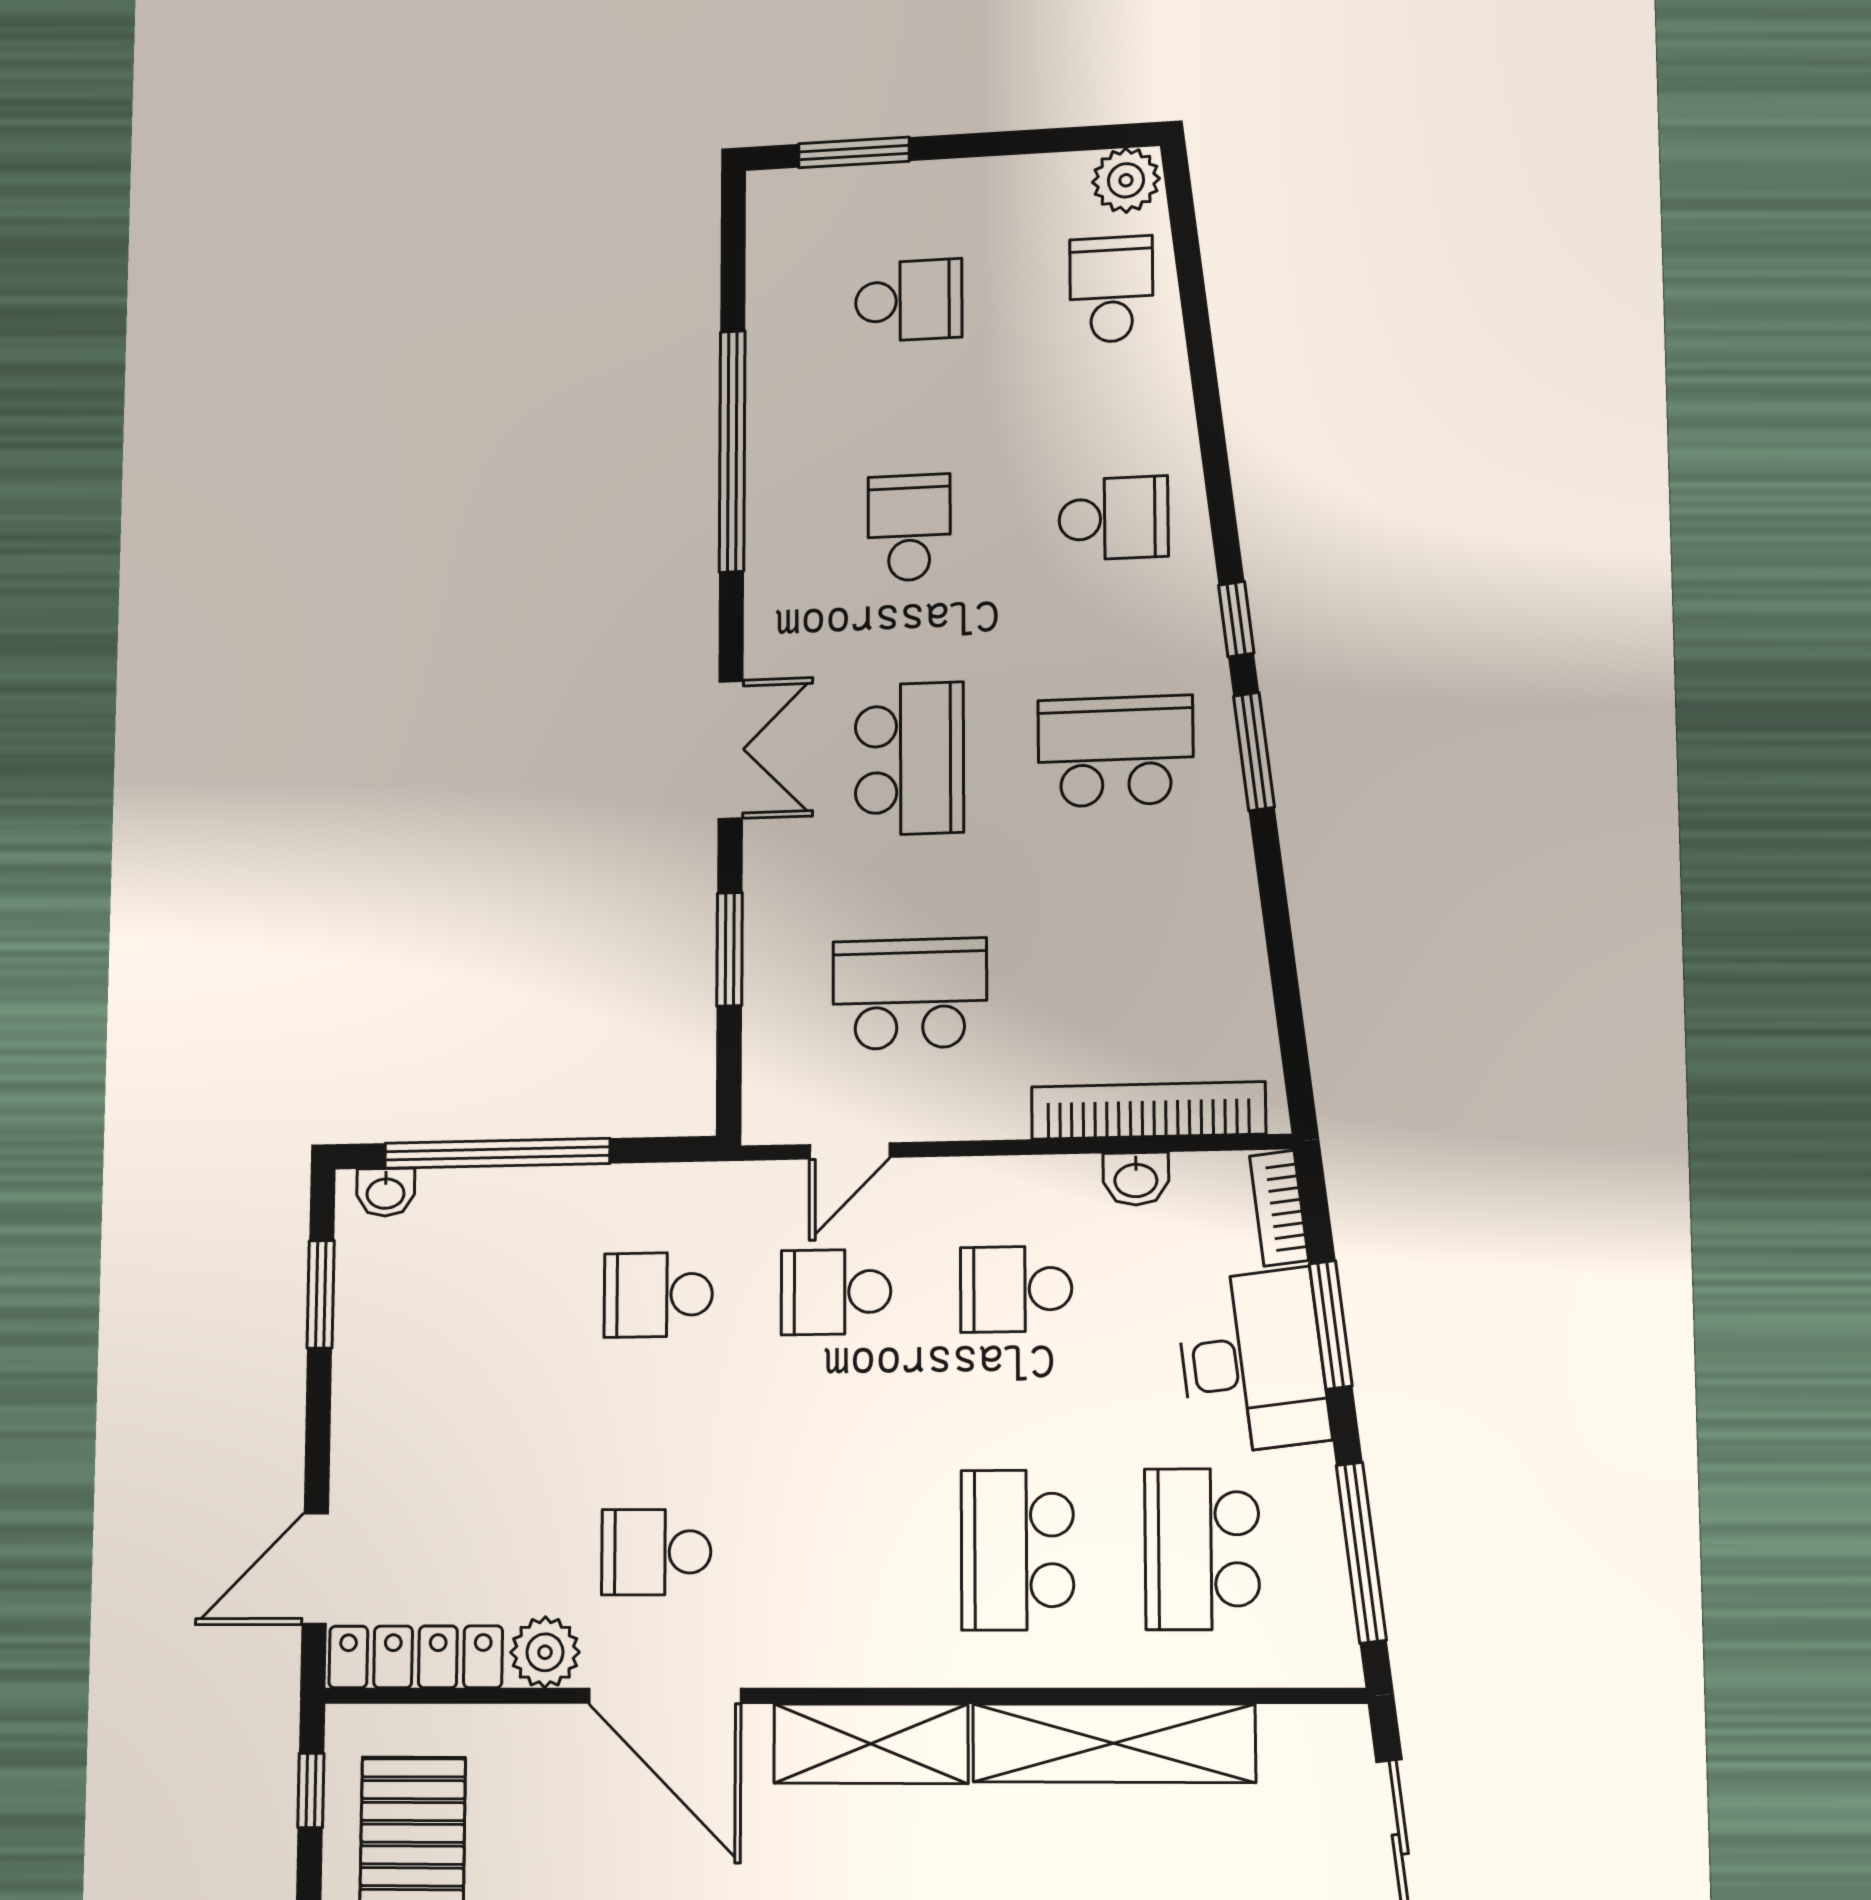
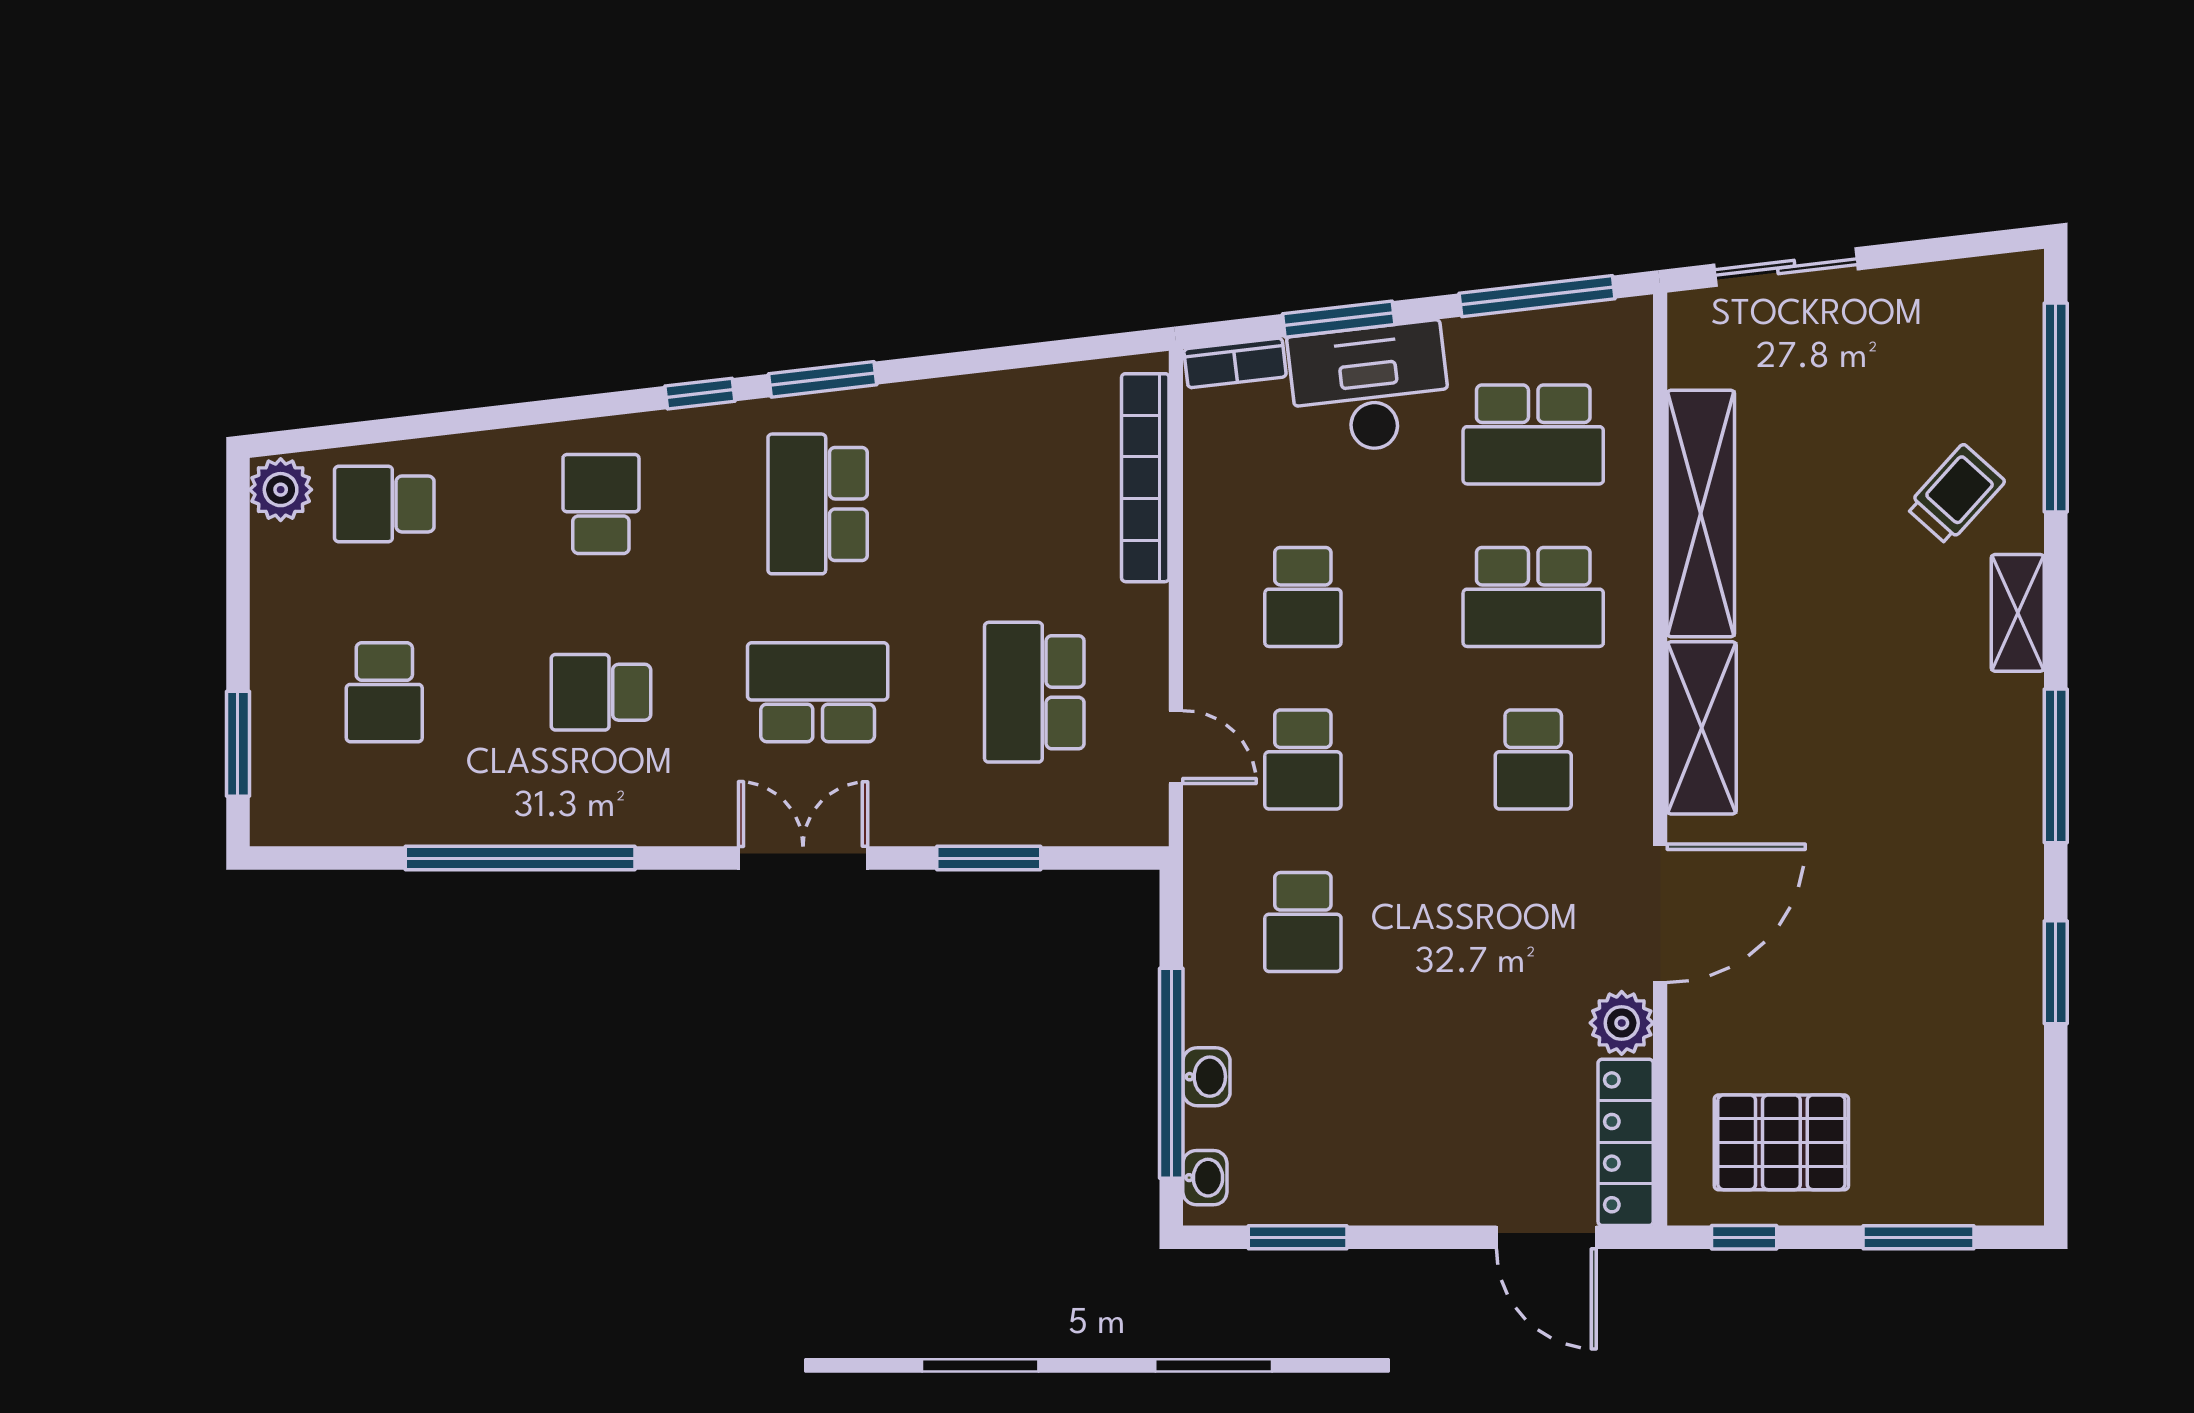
school desk: (909, 300) -> (384, 692), turned 180
washbasin: (1136, 1179) -> (1206, 1077), moved
school desk: (656, 1552) -> (1533, 759), moved

